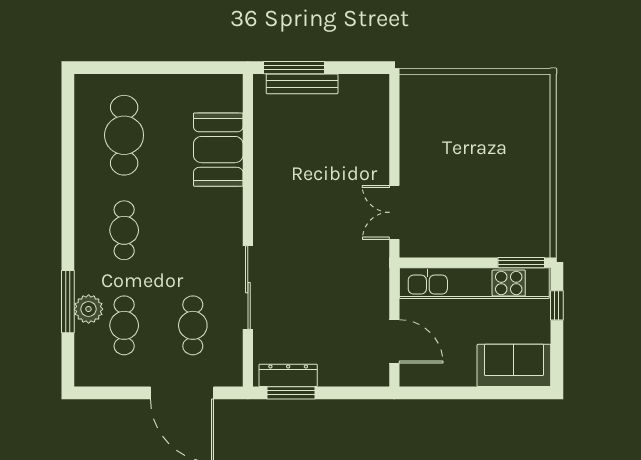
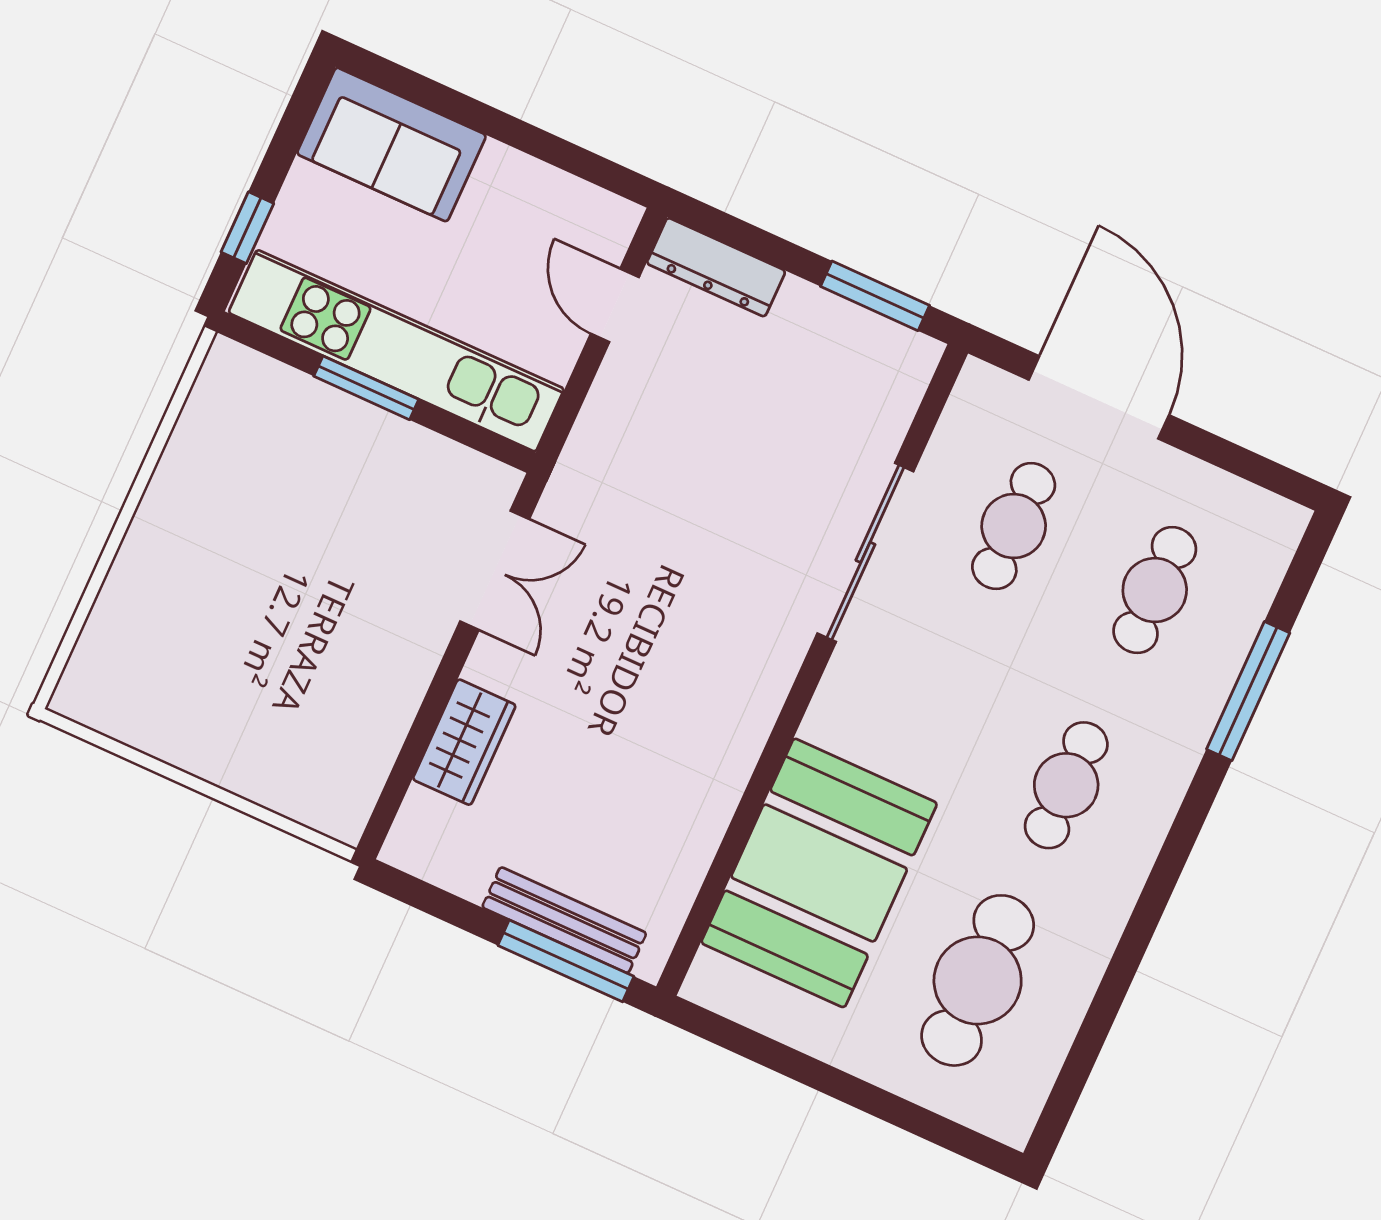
wardrobe: (375, 137) -> (464, 742), added
booth: (218, 150) -> (819, 873), width x1.36, depth x1.42
window: (521, 263) -> (366, 388), moved
plant: (89, 309) -> (1213, 657), removed
door: (394, 341) -> (615, 305), width x0.73
dresser: (288, 375) -> (716, 267), moved

